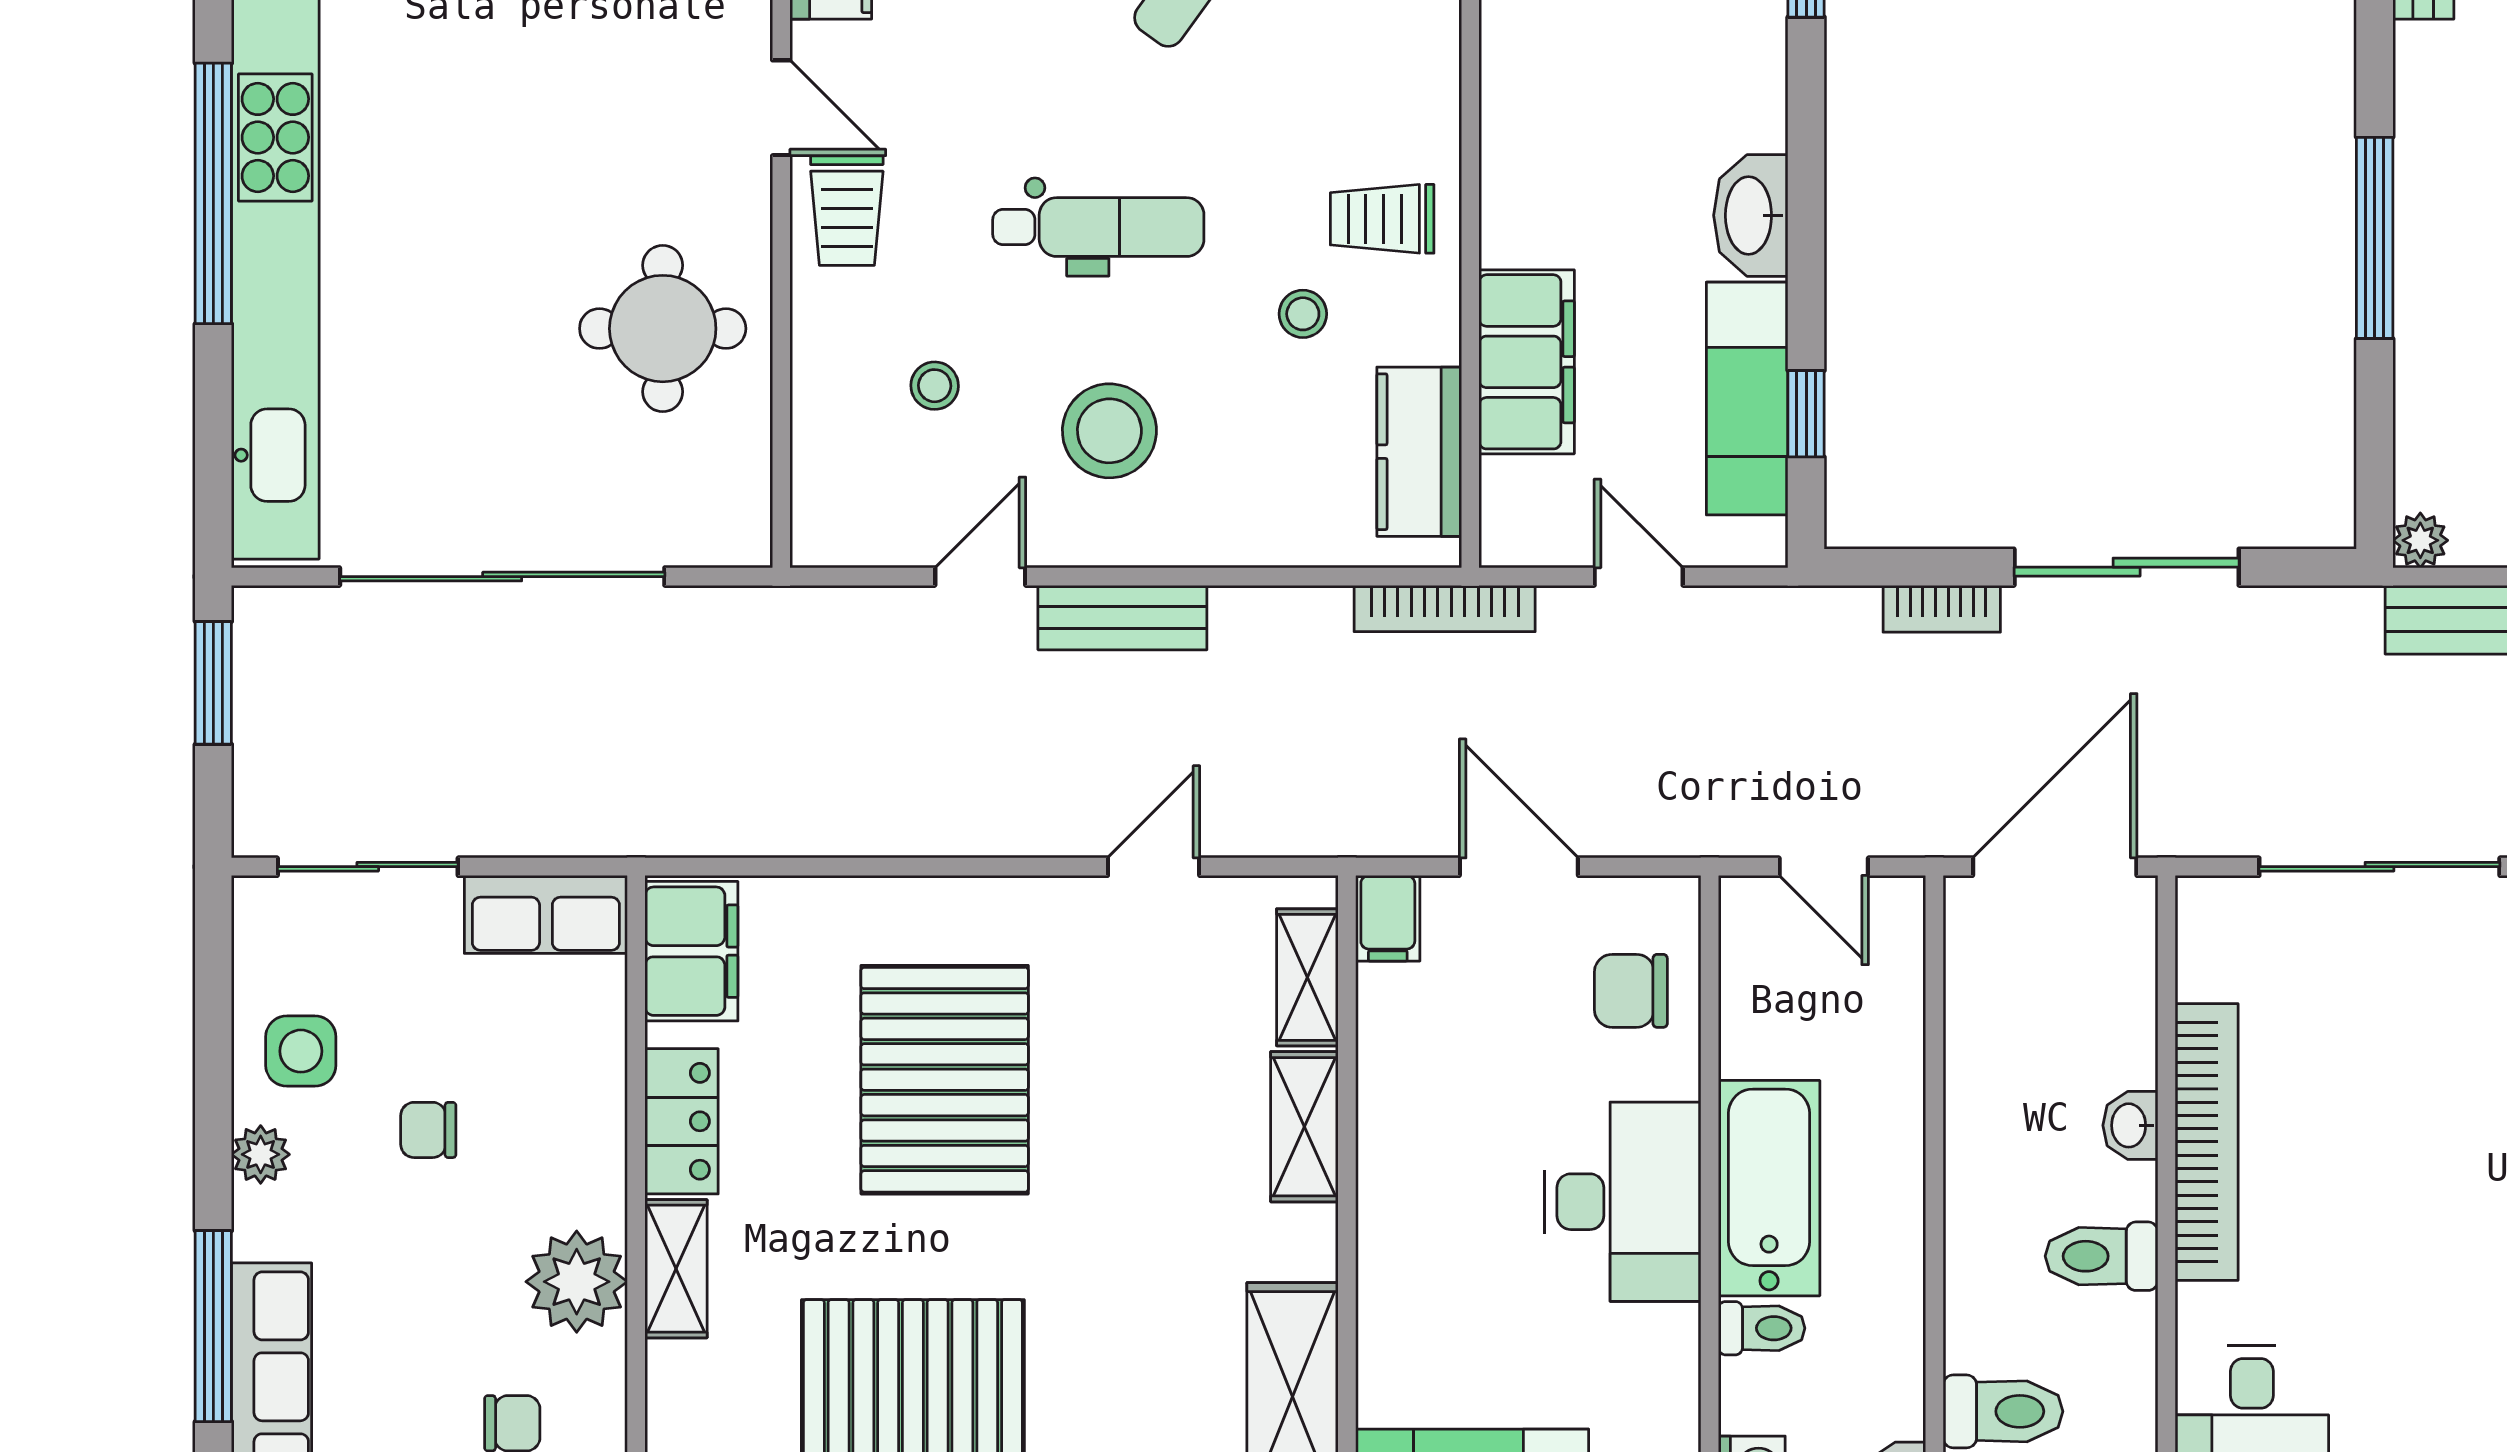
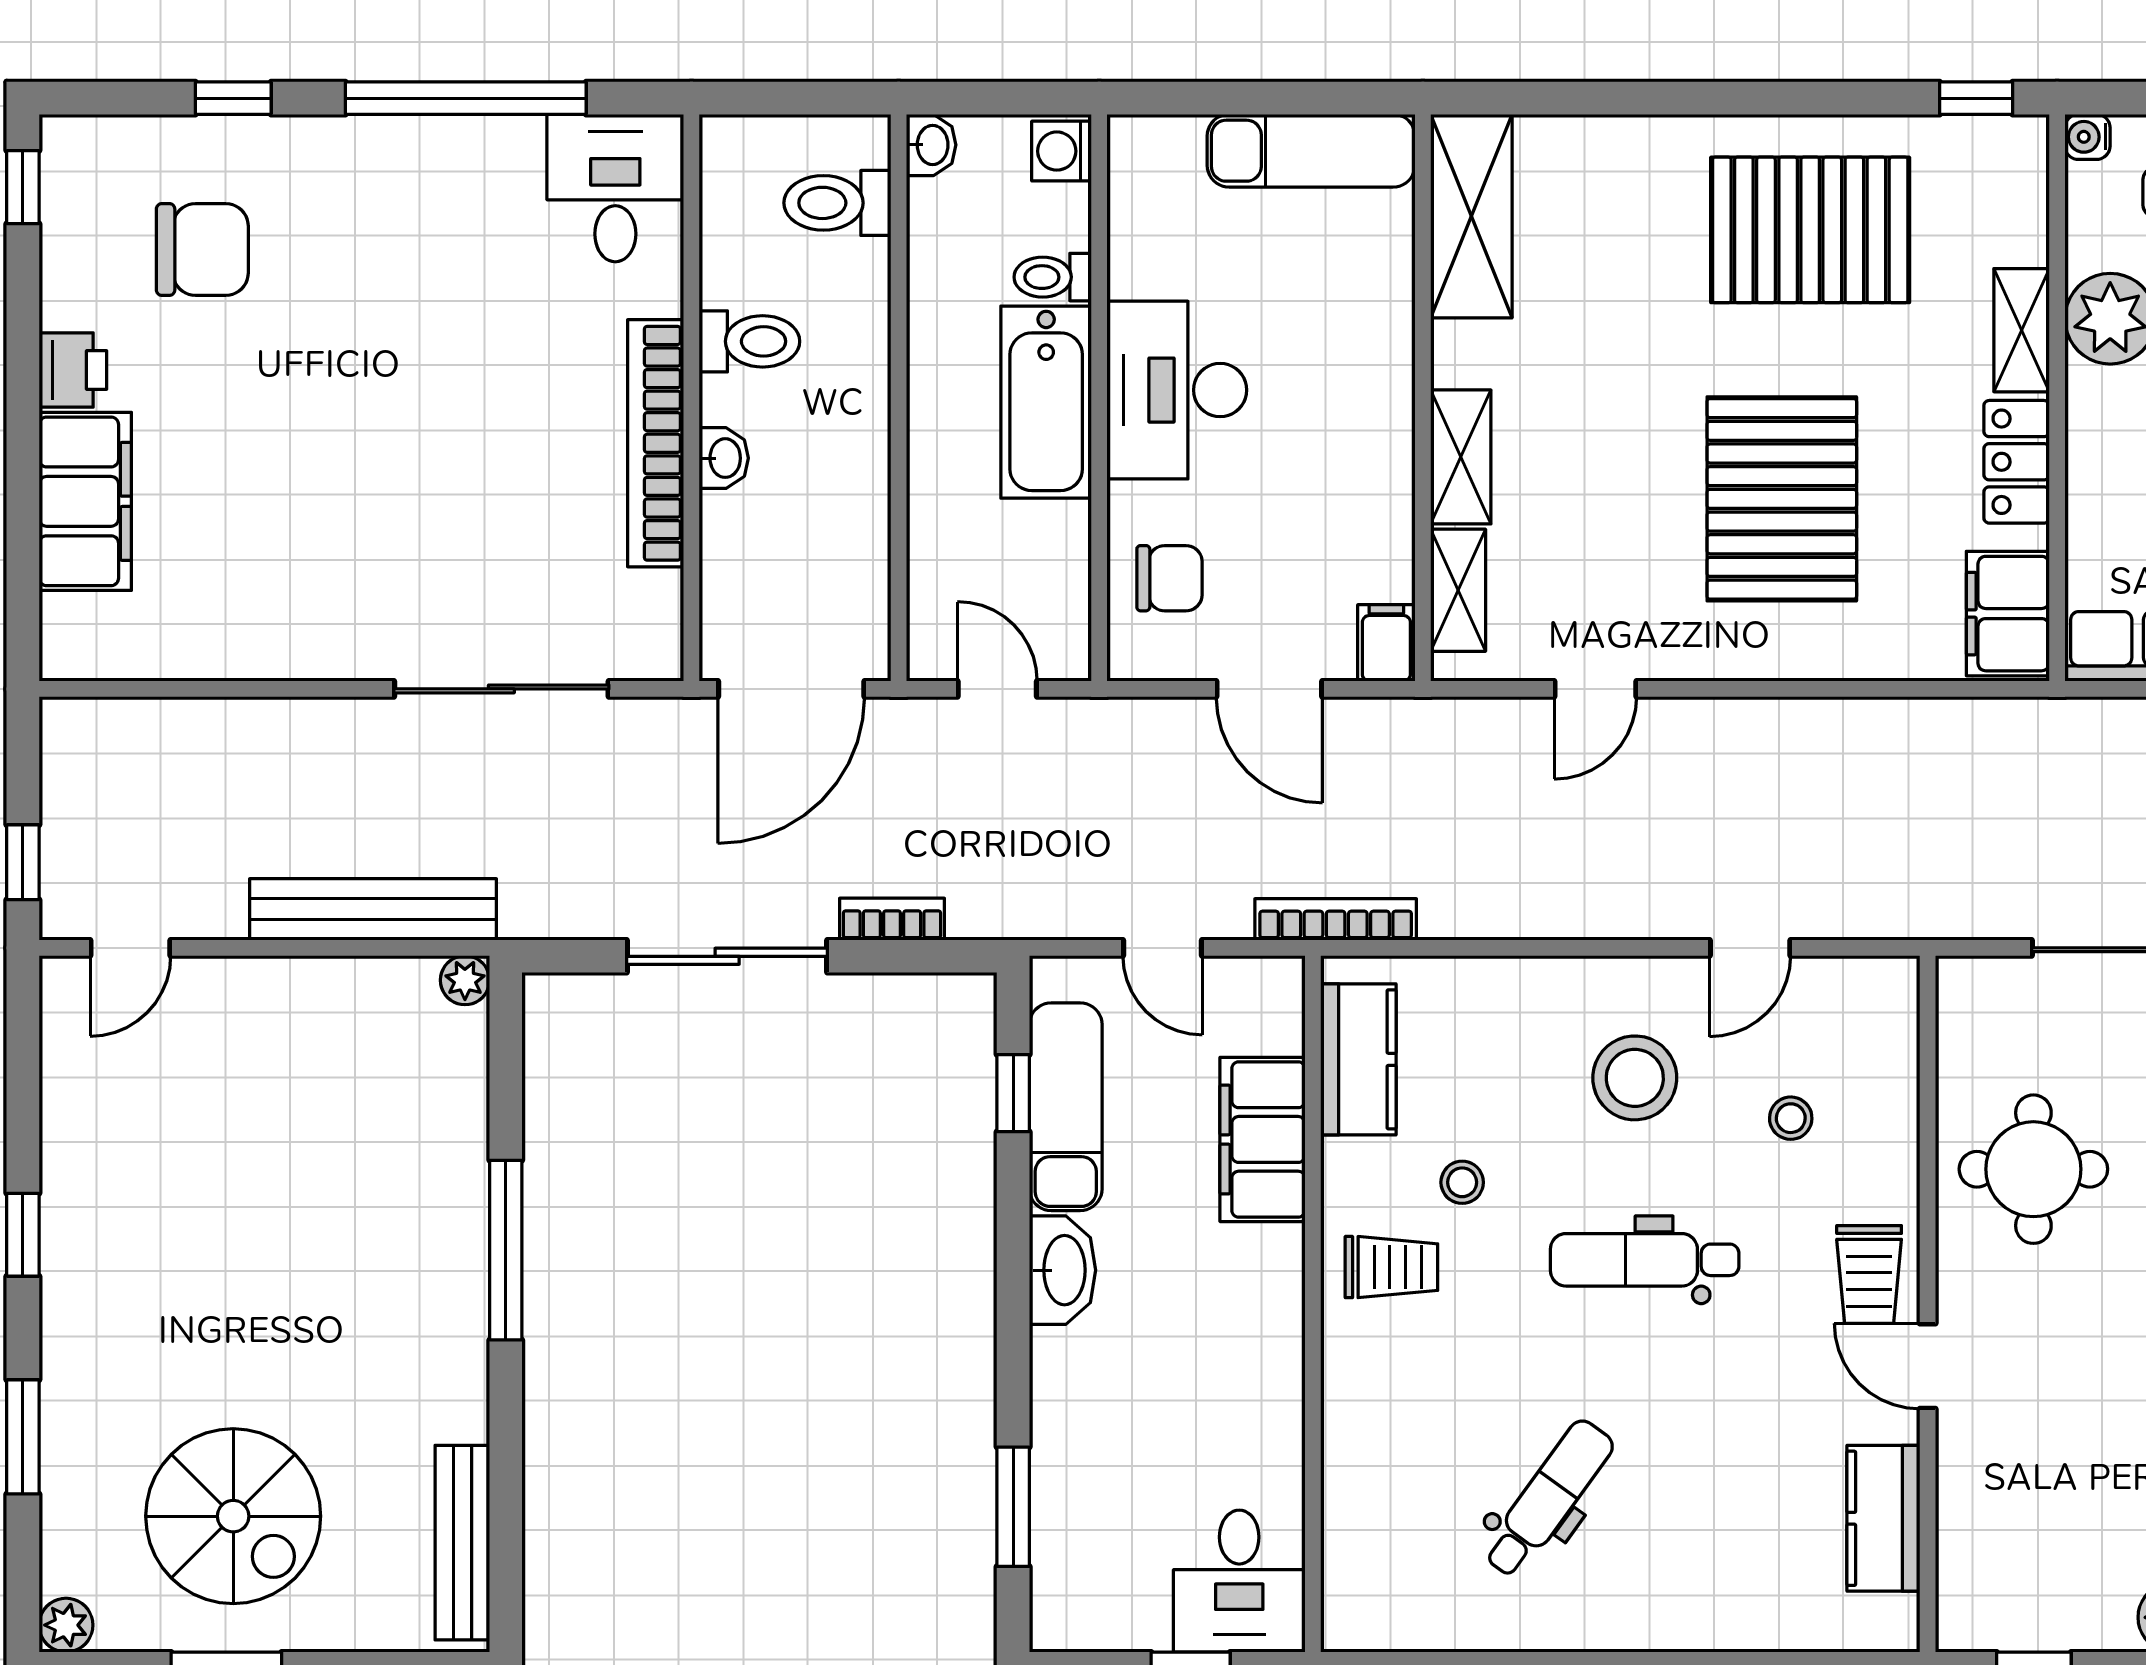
trolley: (847, 211) -> (1869, 1274), turned 180
bench: (1122, 618) -> (1623, 911), removed

